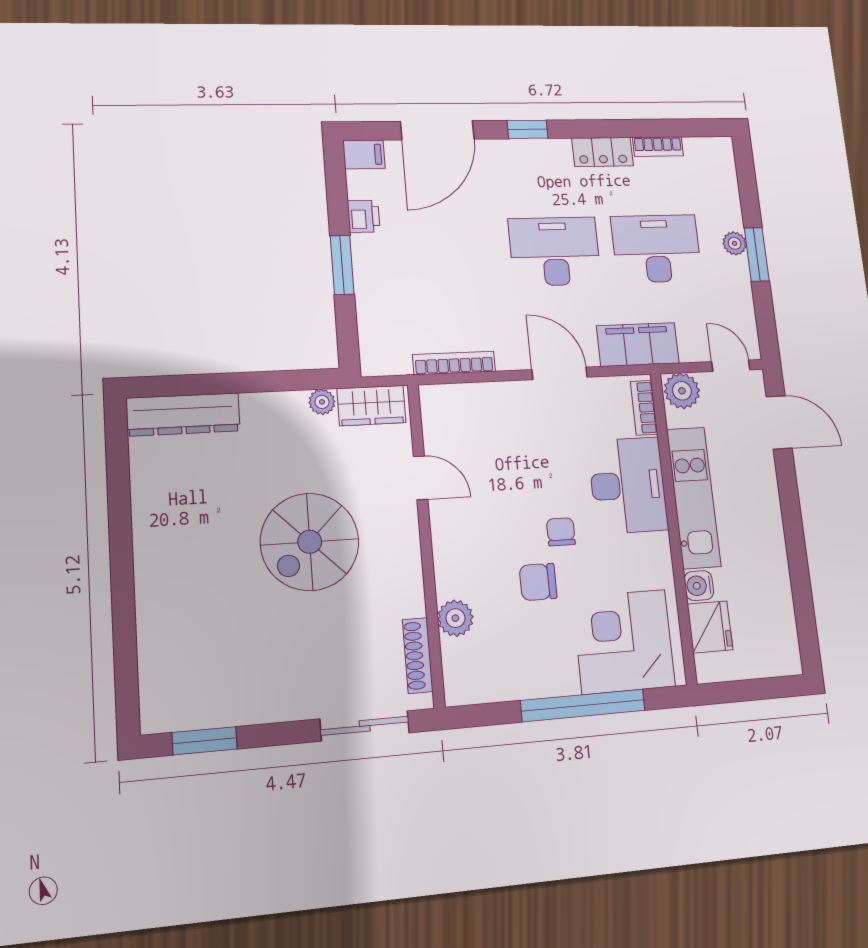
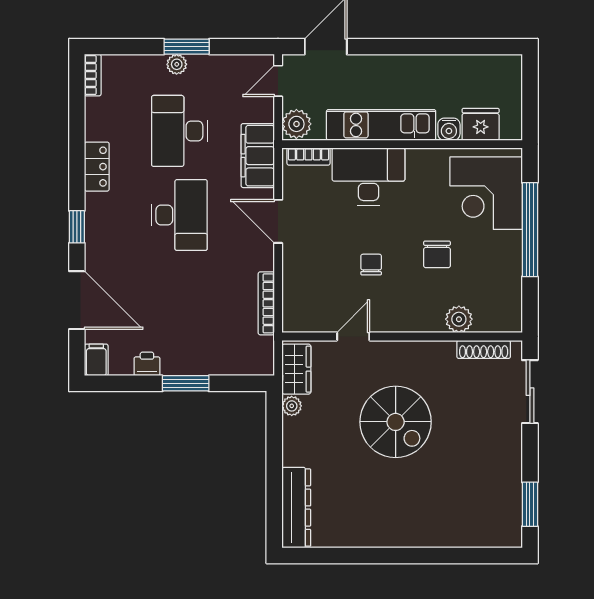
bookcase: (658, 147) -> (93, 75), moved
desk: (555, 251) -> (179, 215), turned 180
door: (560, 373) -> (278, 221), hinge flipped
chair: (561, 532) -> (371, 265), moved, turned 90

